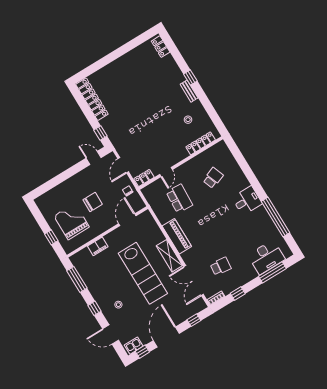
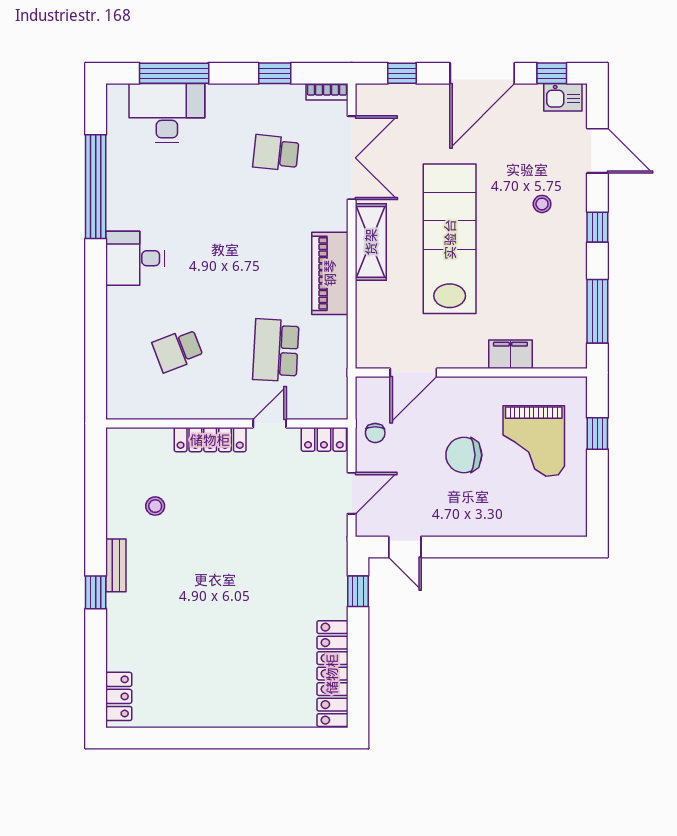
locker: (201, 143) -> (210, 440), moved

